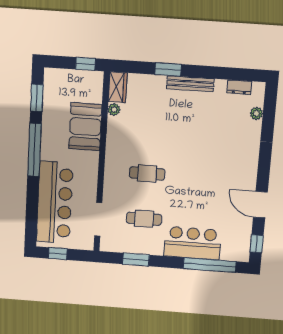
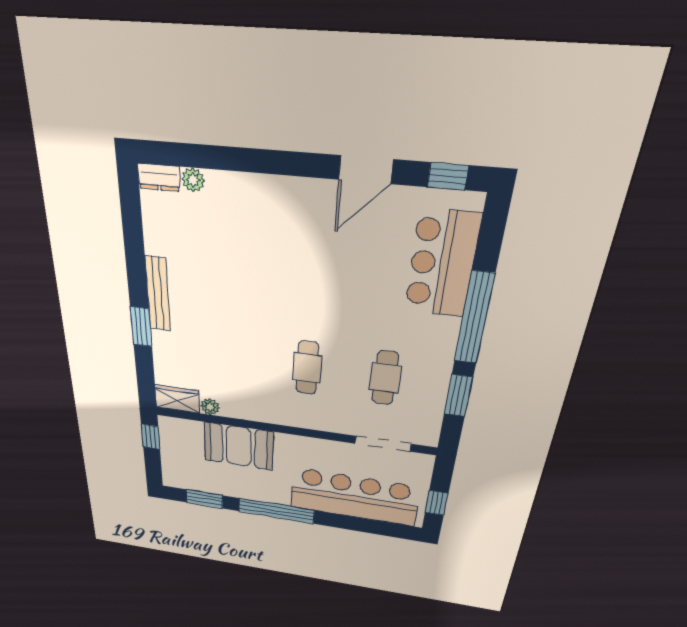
dresser: (239, 87) -> (159, 177), moved, turned 90
bar counter: (192, 243) -> (442, 264), moved
window: (210, 265) -> (474, 318), moved

